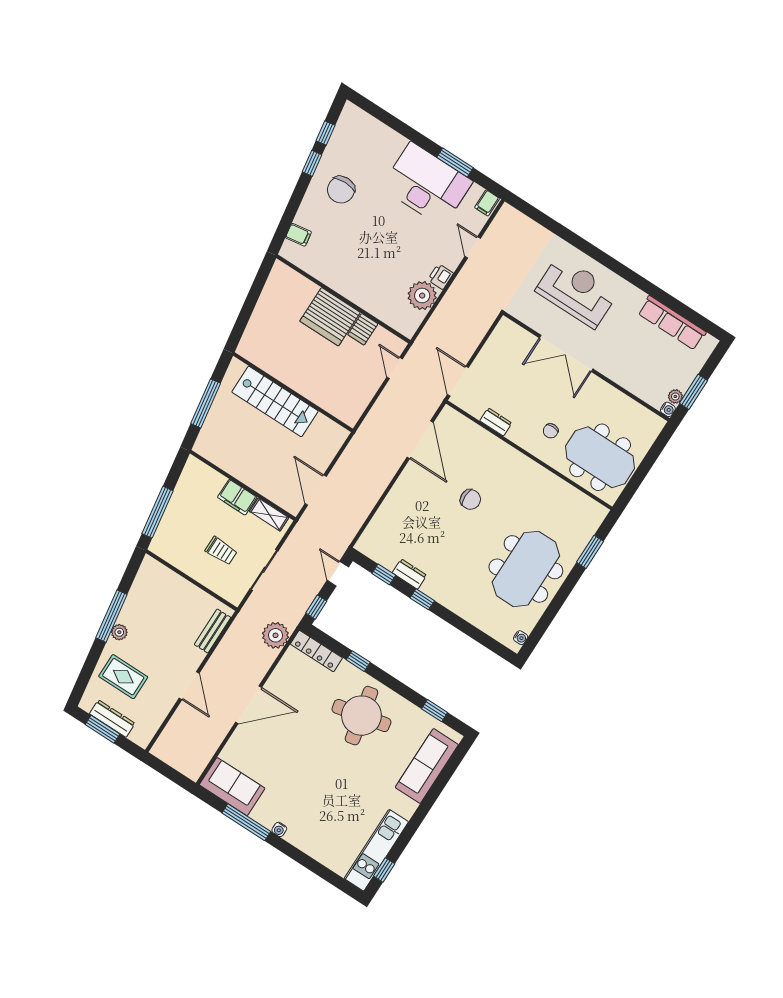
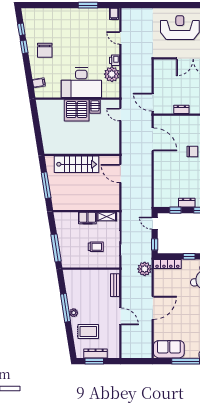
desk: (427, 184) -> (81, 83), moved, turned 180
door: (316, 490) -> (120, 174), moved

